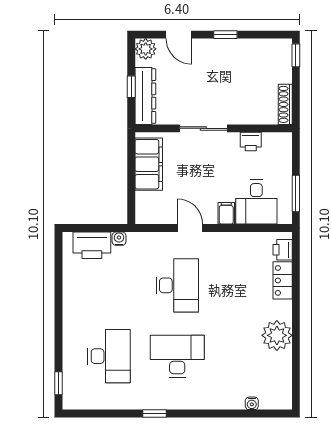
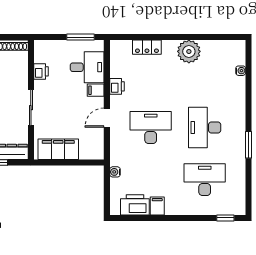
printer: (92, 245) -> (135, 205), moved, turned -90
printer: (283, 250) -> (117, 86), moved, turned -90
filing cabinet: (74, 294) -> (157, 206), added
window: (155, 414) -> (248, 145), width x1.50

